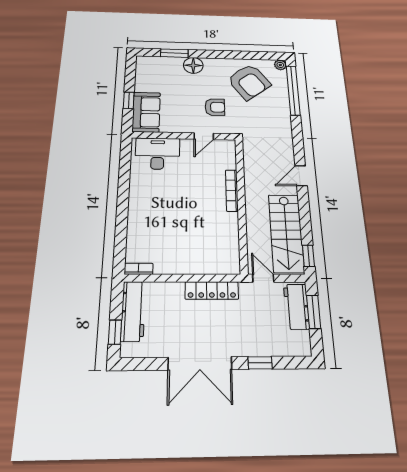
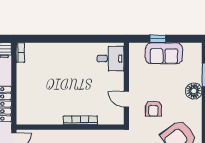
sofa: (146, 112) -> (164, 53), moved
desk: (157, 154) -> (111, 59), width x0.73

